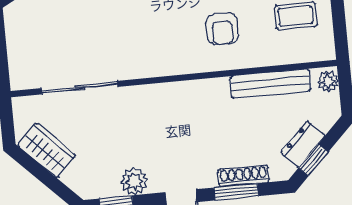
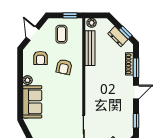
armchair: (222, 29) -> (64, 67), turned 102
window: (340, 31) -> (70, 15), added
plant: (134, 181) -> (127, 112), removed

